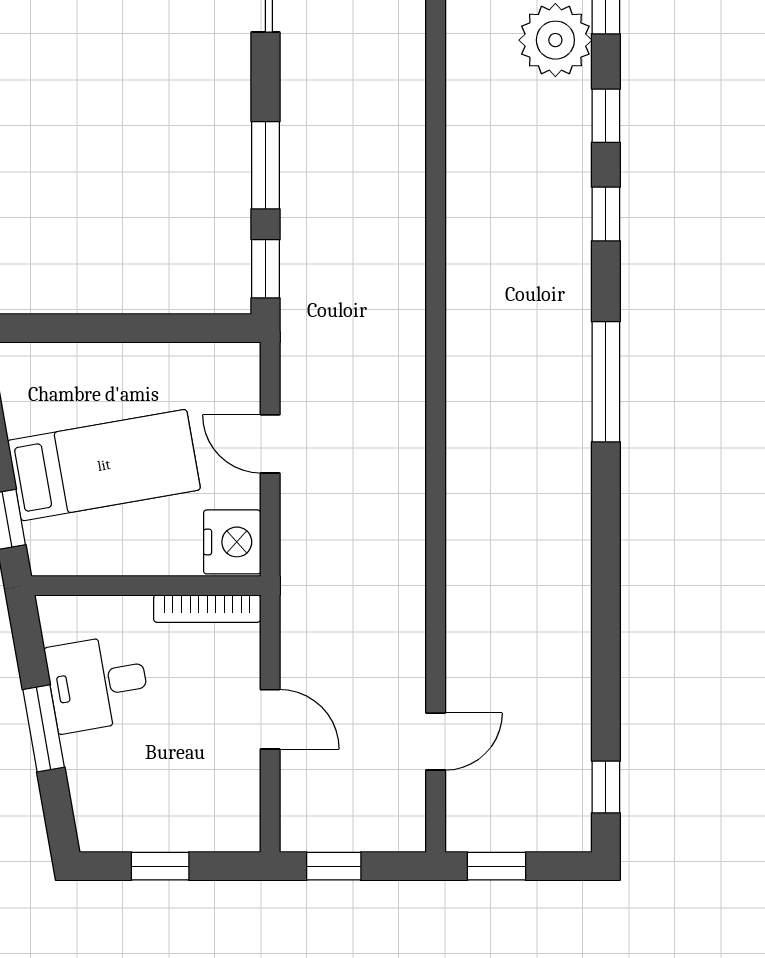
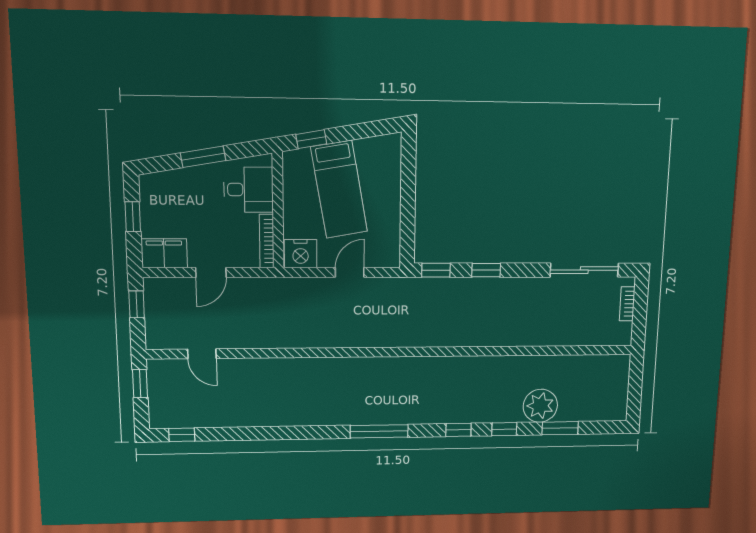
window: (265, 165) -> (486, 270), width x0.67
desk: (98, 683) -> (248, 190), moved, turned 100
filing cabinet: (232, 809) -> (164, 253), added

